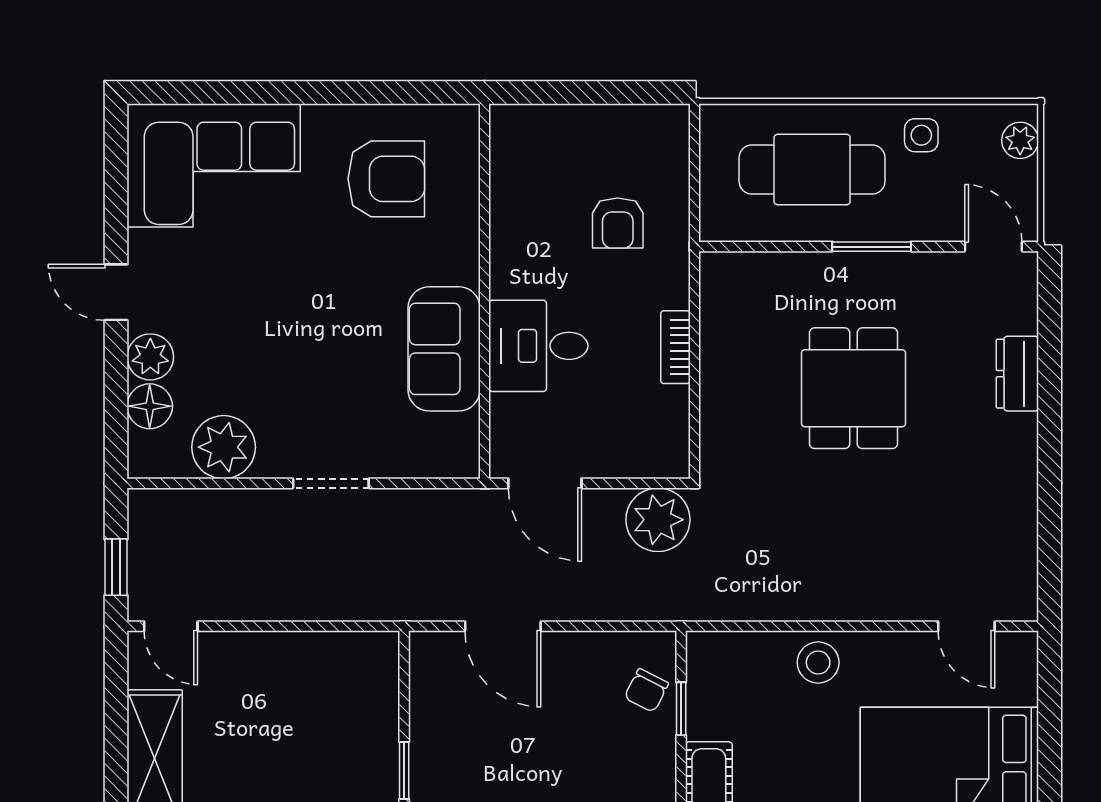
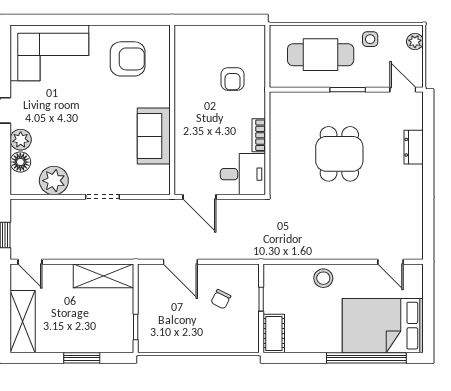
desk: (538, 346) -> (243, 174), moved, turned 180
plant: (658, 520) -> (251, 213), removed
shelving: (333, 657) -> (104, 276), added
chair: (646, 690) -> (221, 299), moved

